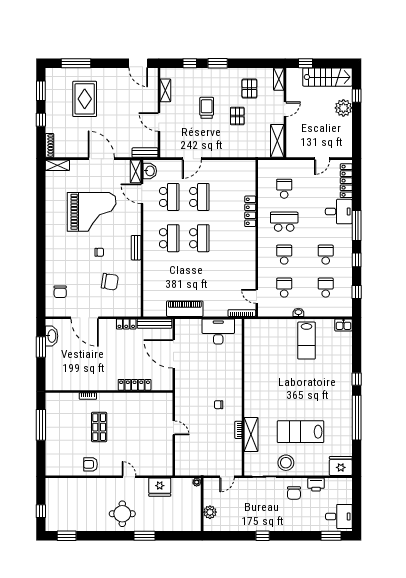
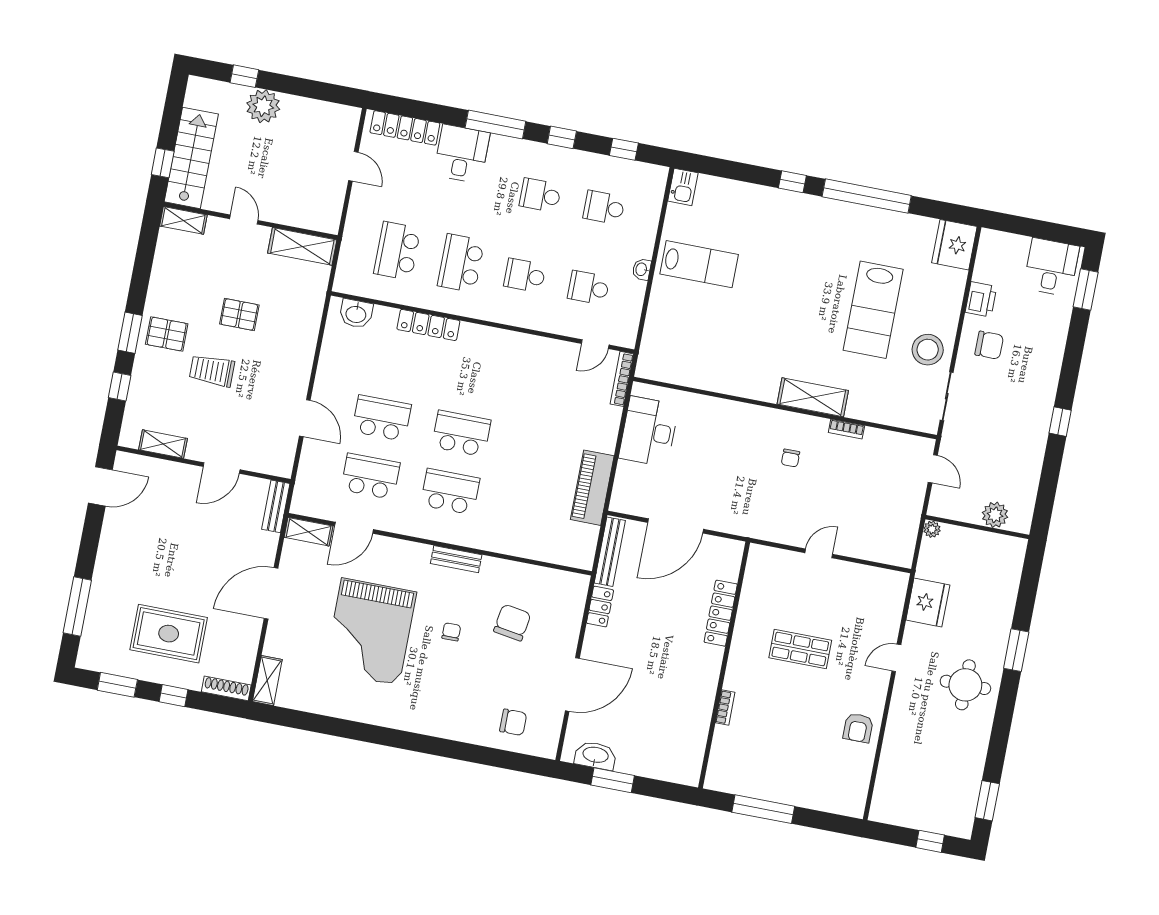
stairs: (327, 77) -> (191, 158), moved
pallet: (249, 89) -> (167, 334), moved
rug: (85, 99) -> (169, 634), moved
washbasin: (150, 171) -> (356, 314), moved, turned 180
school desk: (284, 189) -> (397, 251), width x1.85
grand piano: (92, 212) -> (370, 632), turned 180
shop shelf: (99, 427) -> (800, 649), moved
shelving: (251, 435) -> (813, 397), moved

